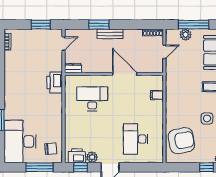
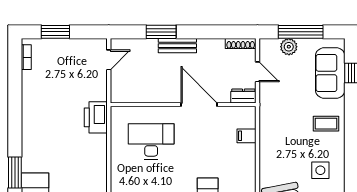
window: (41, 25) -> (55, 32), moved
door: (164, 52) -> (258, 72), hinge flipped
dresser: (73, 68) -> (243, 96), moved

